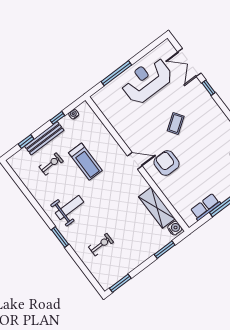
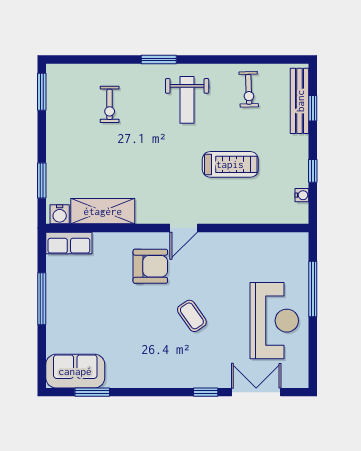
bench: (44, 138) -> (300, 101), moved
treadmill: (85, 162) -> (230, 164), turned 180
exercise bike: (51, 164) -> (249, 89), moved
row of seats: (206, 207) -> (69, 243), moved, turned 90

